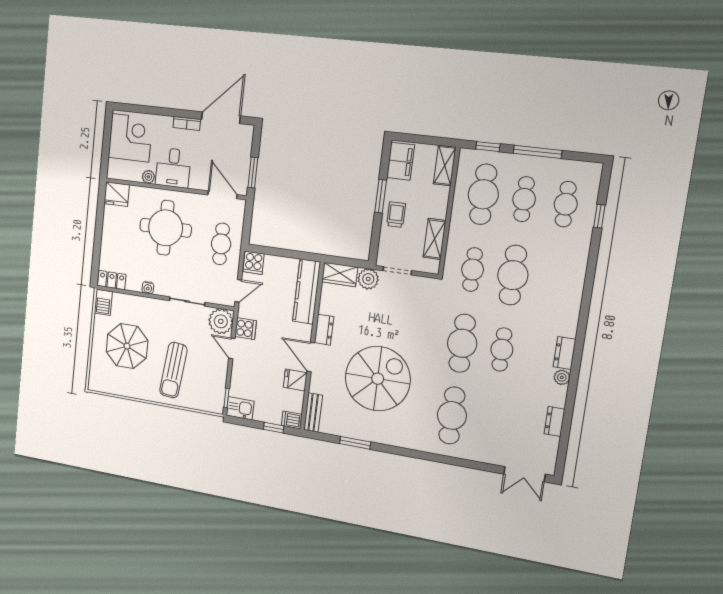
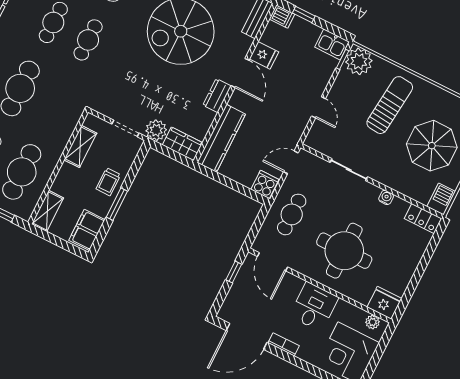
window: (253, 173) -> (234, 272), width x0.67
plant: (148, 177) -> (373, 322), moved
cafe table: (473, 270) -> (55, 106), removed
plant: (221, 321) -> (359, 61), moved
cooker: (246, 329) -> (297, 122), removed
cafe table: (462, 343) -> (88, 40), width x0.73, depth x0.74

